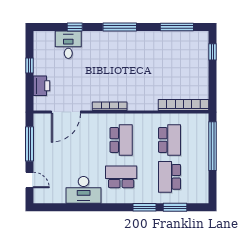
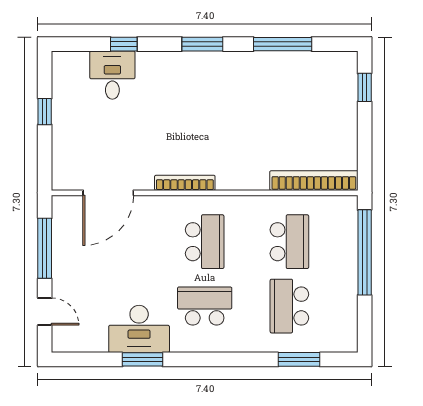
window: (120, 27) -> (202, 44), width x0.69
window: (177, 27) -> (283, 44), moved
printer: (42, 86) -> (66, 147), removed
window: (145, 207) -> (142, 359), moved

